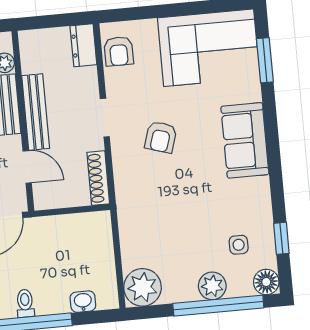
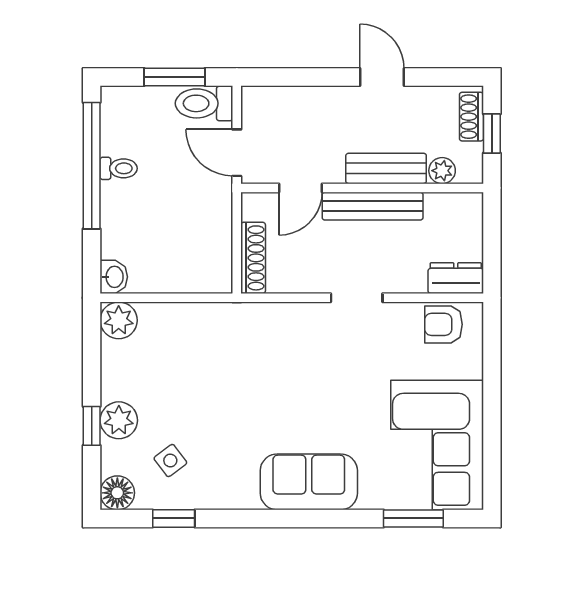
armchair: (161, 137) -> (324, 370), removed
shoe rack: (98, 178) -> (253, 258), moved, turned 90
side table: (239, 245) -> (170, 460), turned -37
plant: (143, 287) -> (119, 320), width x0.73, depth x0.73
washbasin: (83, 302) -> (114, 277), moved
window: (218, 306) -> (92, 426), width x0.32

